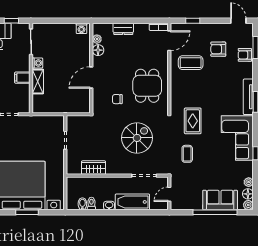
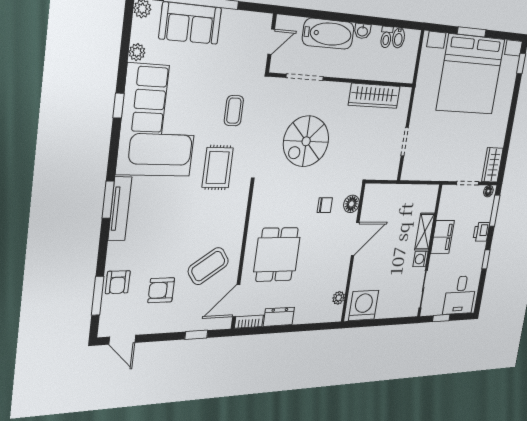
washing machine: (81, 28) -> (364, 305), width x1.89, depth x1.89
dresser: (123, 29) -> (279, 317), moved
armchair: (218, 49) -> (161, 290), turned 180
floor lamp: (98, 50) -> (351, 204), moved
armchair: (245, 55) -> (118, 282), turned 90
coffee table: (191, 63) -> (208, 266), turned -35
filing cabinet: (22, 78) -> (442, 237), width x2.00
dining table: (147, 86) -> (277, 255), moved
corner sofa: (237, 138) -> (159, 121), width x1.36, depth x1.36
wardrobe: (94, 168) -> (374, 96), width x1.50
floor lamp: (248, 194) -> (141, 30), removed

